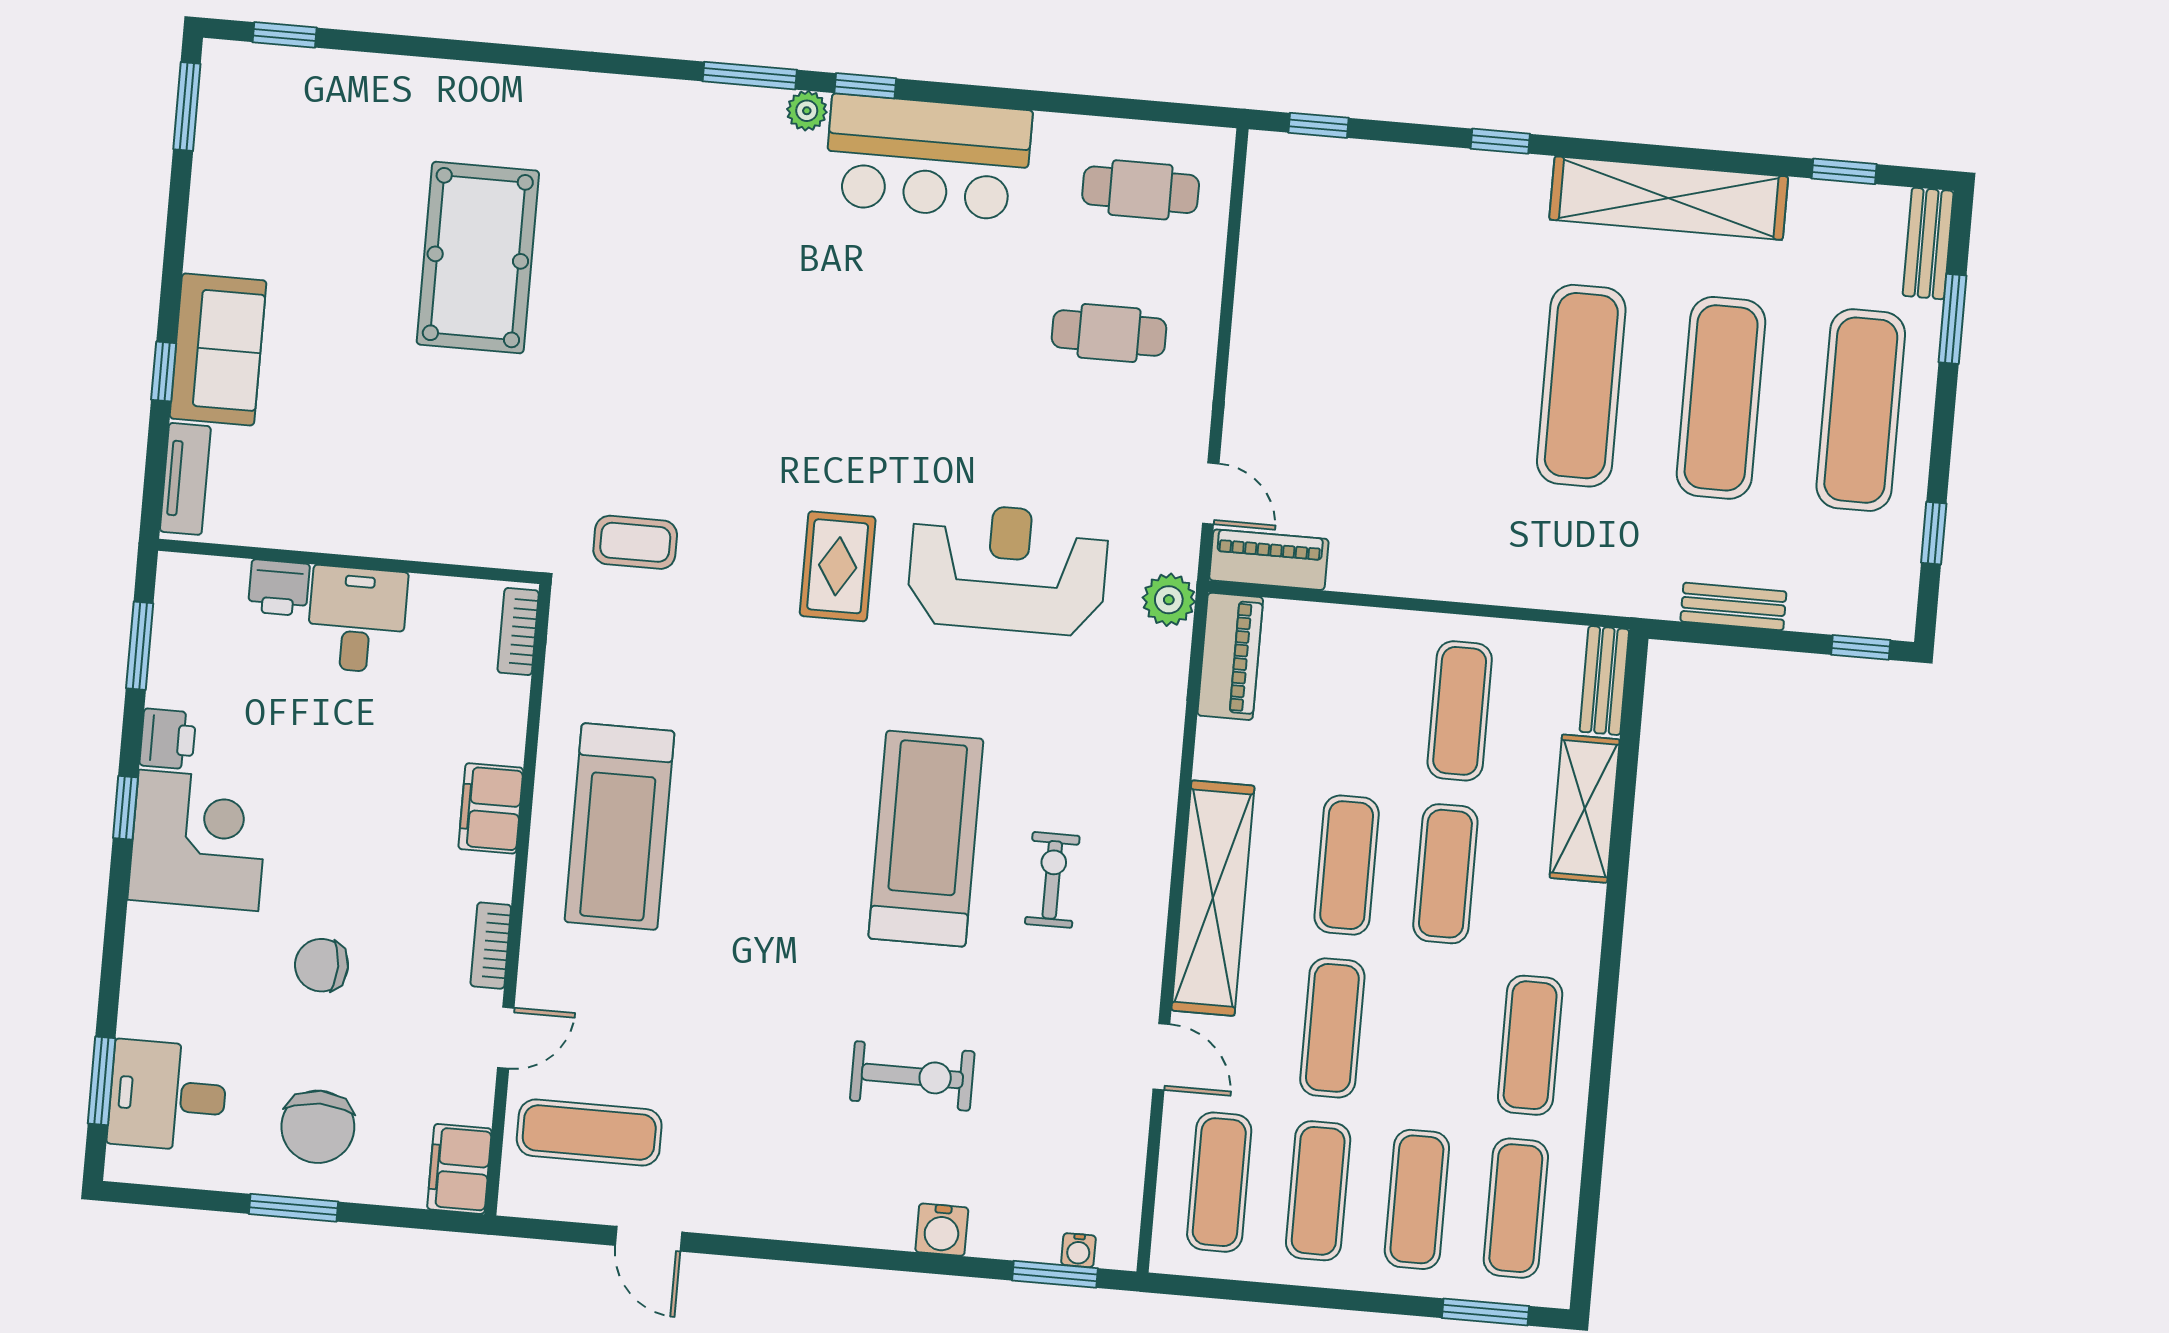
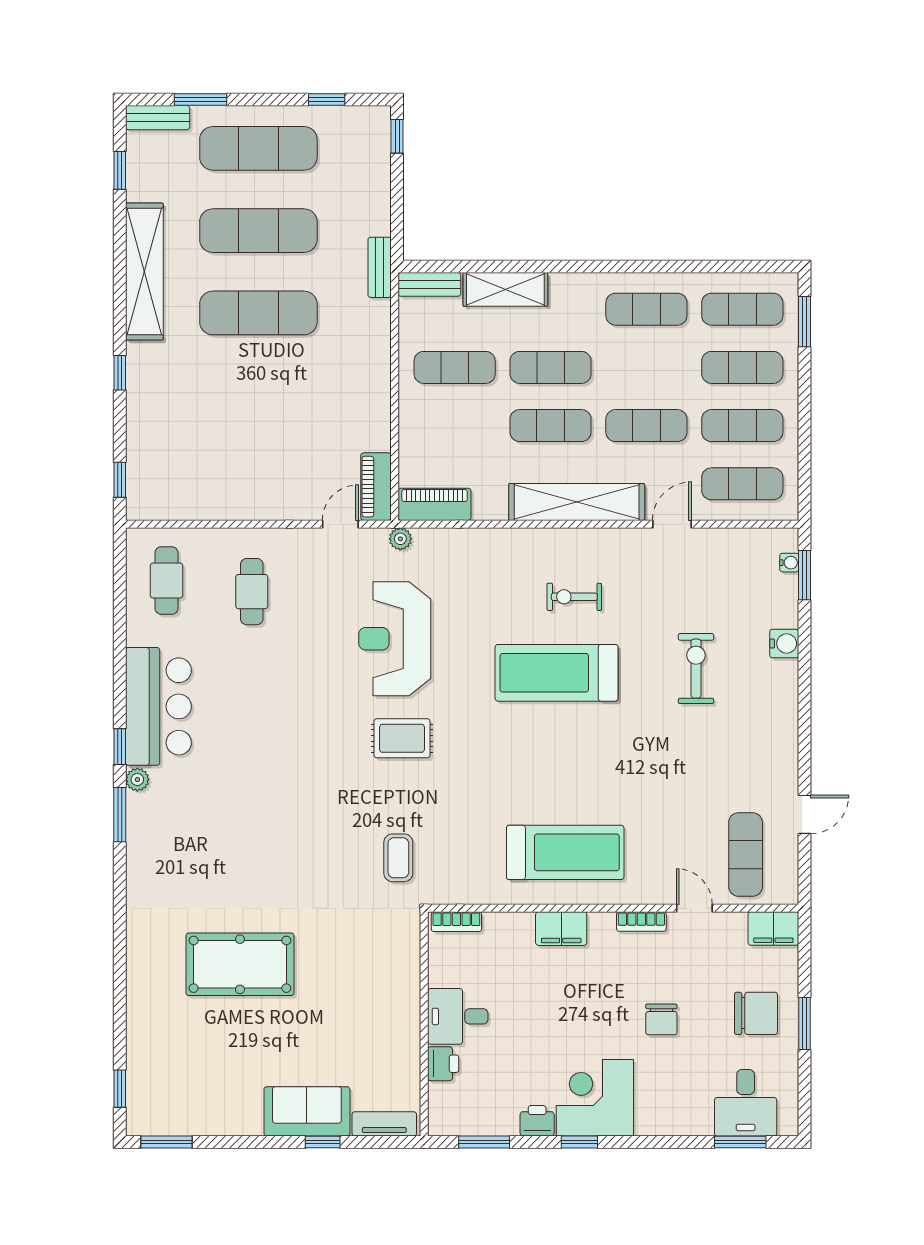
plant: (1169, 600) -> (400, 539), width x0.73, depth x0.73
bench: (1733, 606) -> (380, 267), moved

